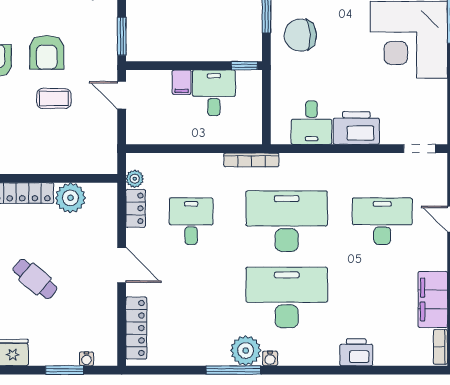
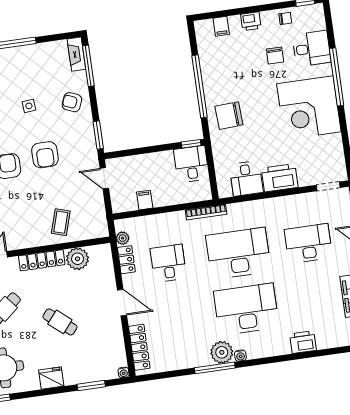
filing cabinet: (182, 82) -> (145, 200), moved, turned 180
desk: (214, 93) -> (191, 164), moved
coffee table: (54, 99) -> (61, 222), moved, turned -73
water cooler: (86, 359) -> (124, 373), moved

